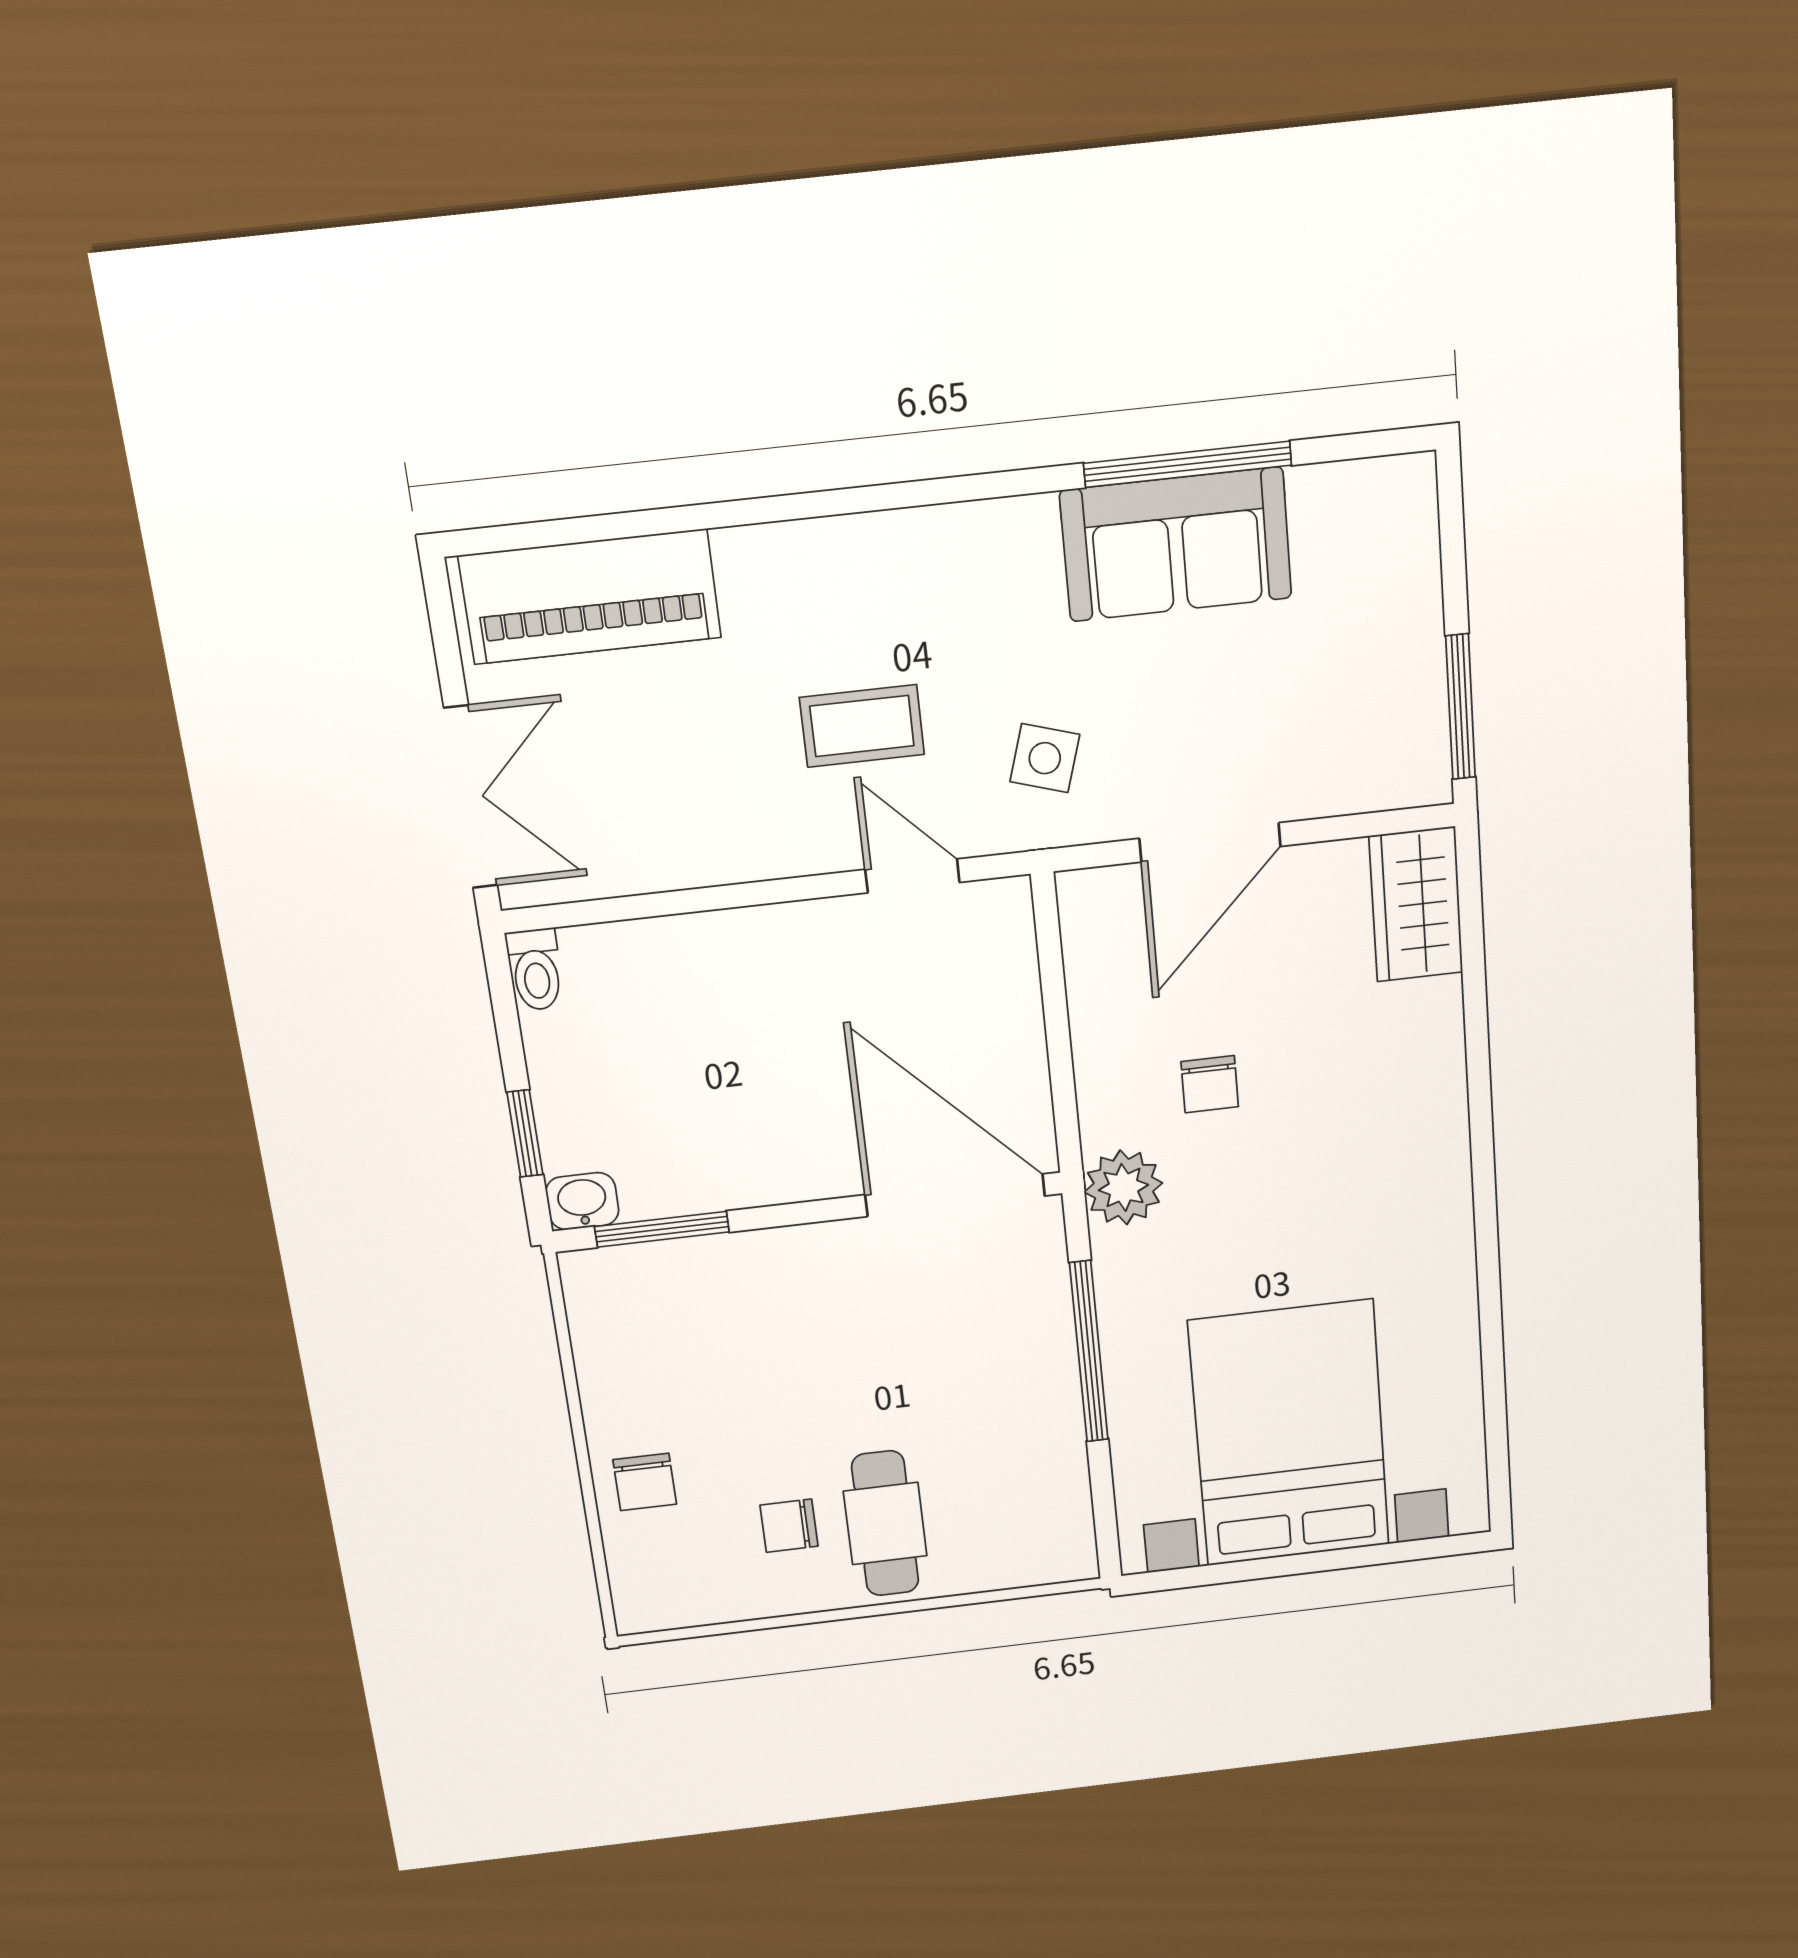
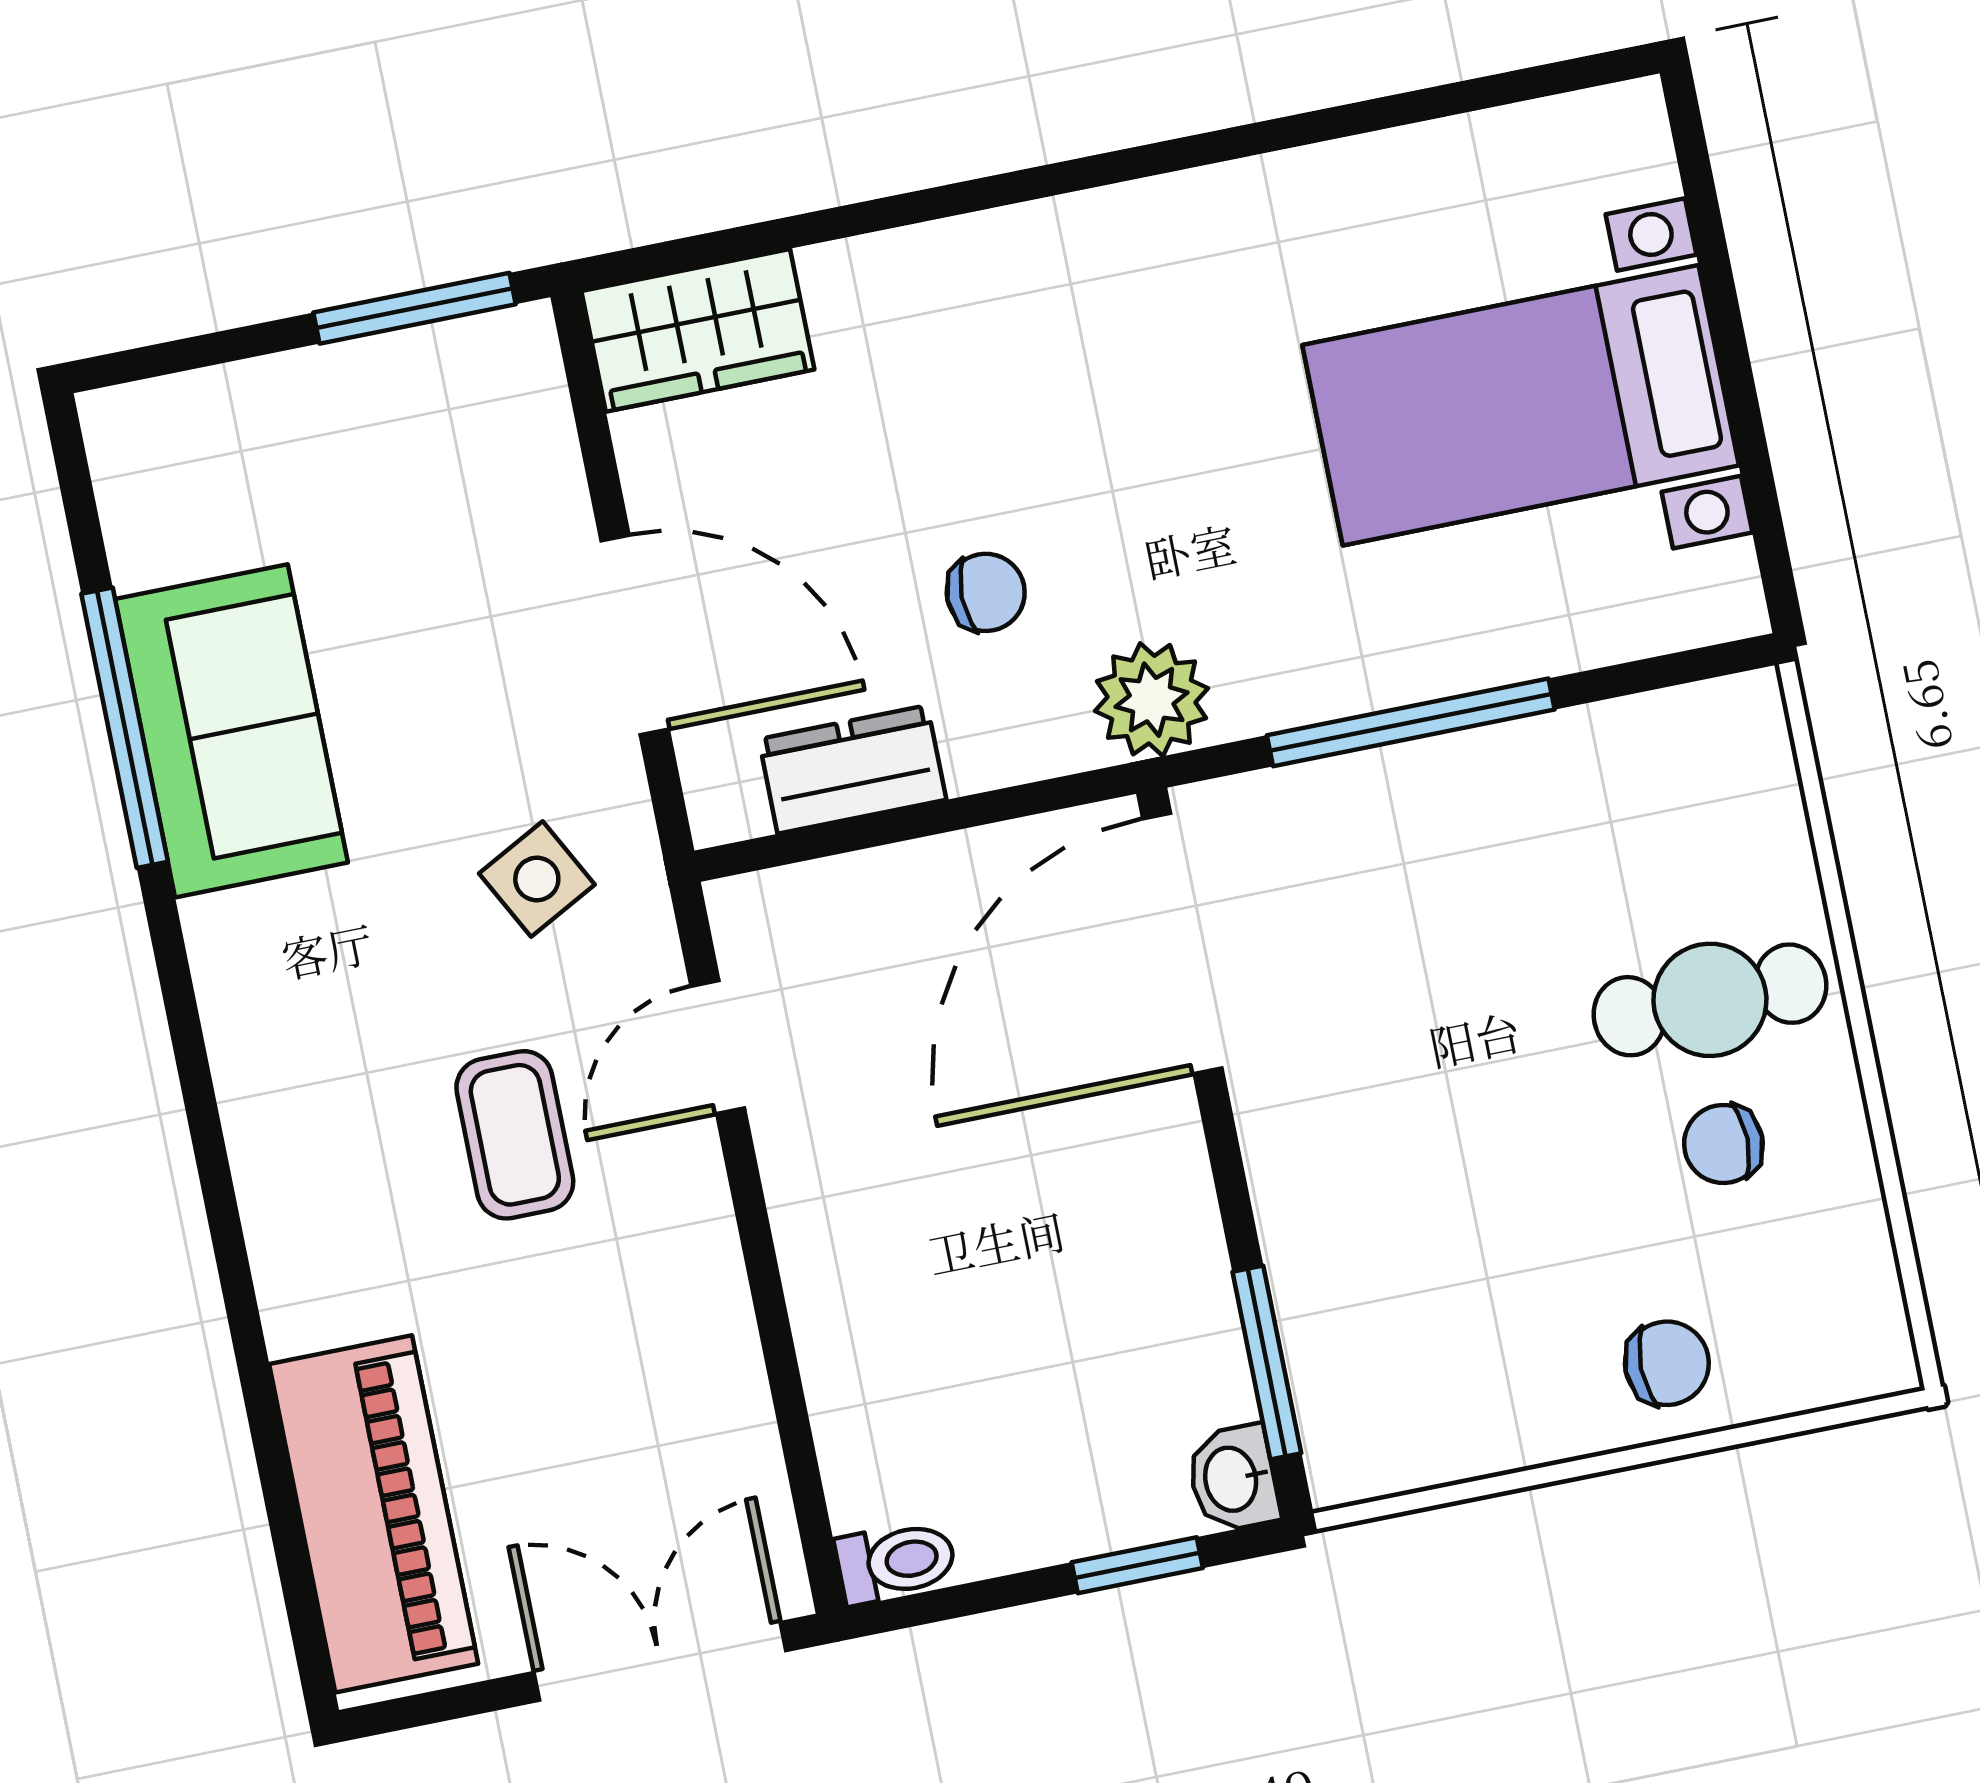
side table: (1045, 758) -> (537, 879), turned 45
dresser: (1098, 985) -> (853, 769), added
bed with nightstands: (1289, 1434) -> (1521, 405), width x0.73
chair: (789, 1526) -> (1723, 1144), turned 90

